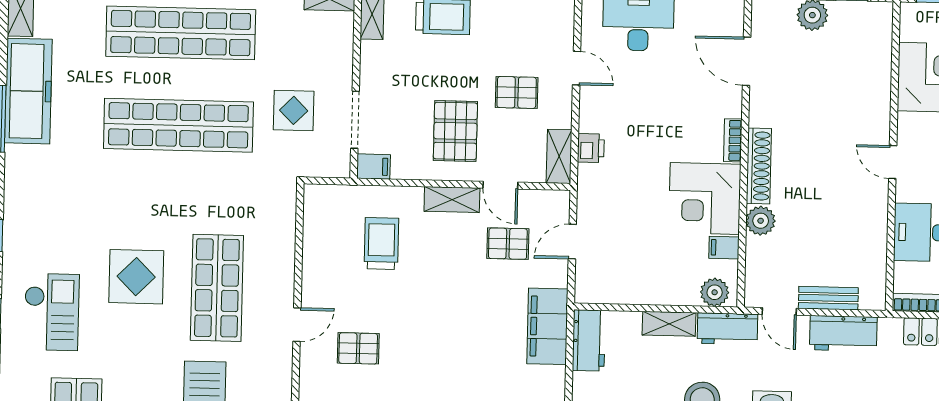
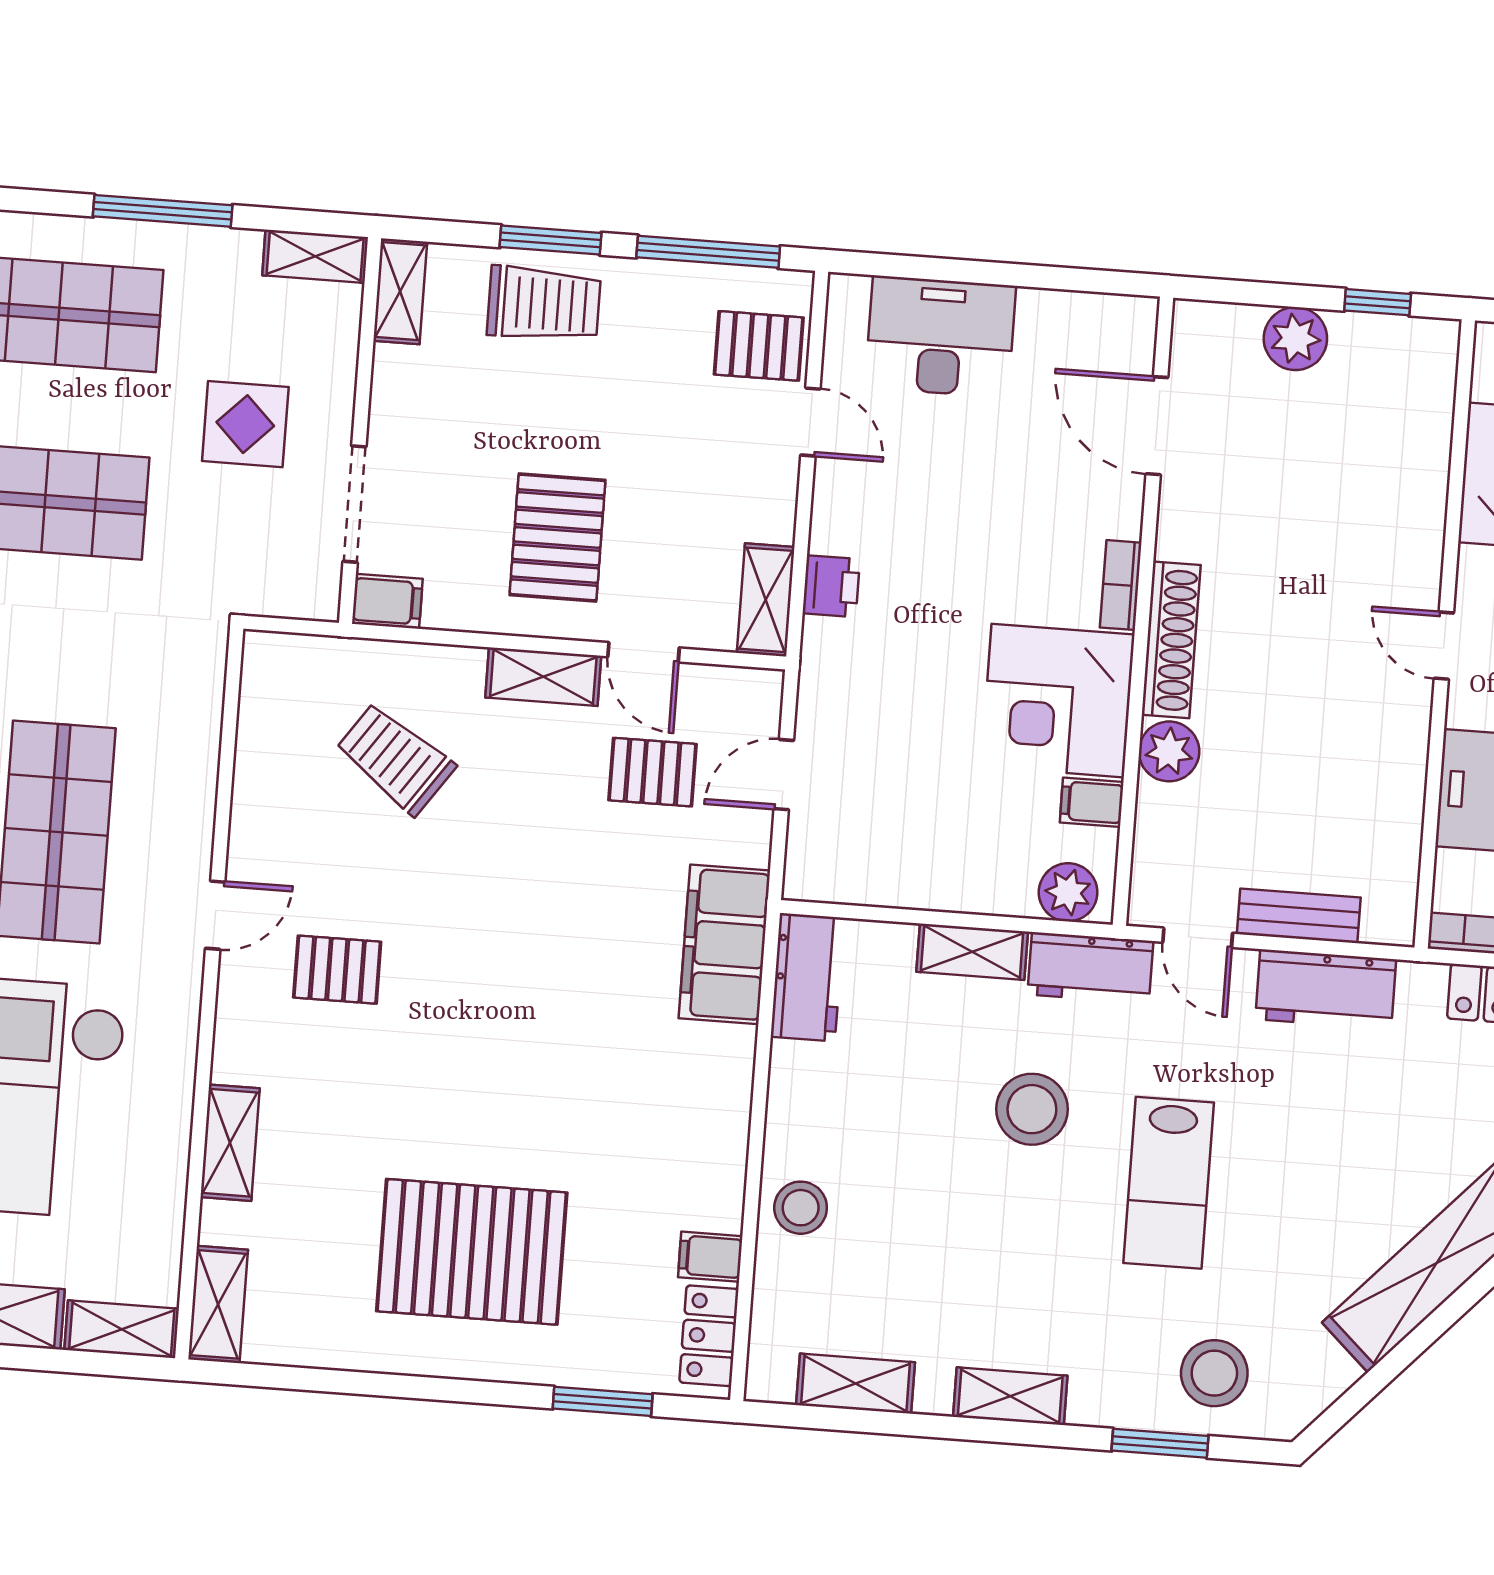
pallet: (517, 92) -> (759, 346), moved
display table: (294, 110) -> (245, 424), moved
trolley: (381, 243) -> (395, 759), turned -55

